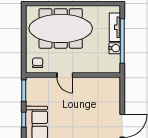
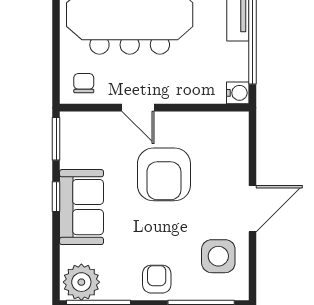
water cooler: (115, 48) -> (238, 93), moved
armchair: (78, 109) -> (164, 174), added

